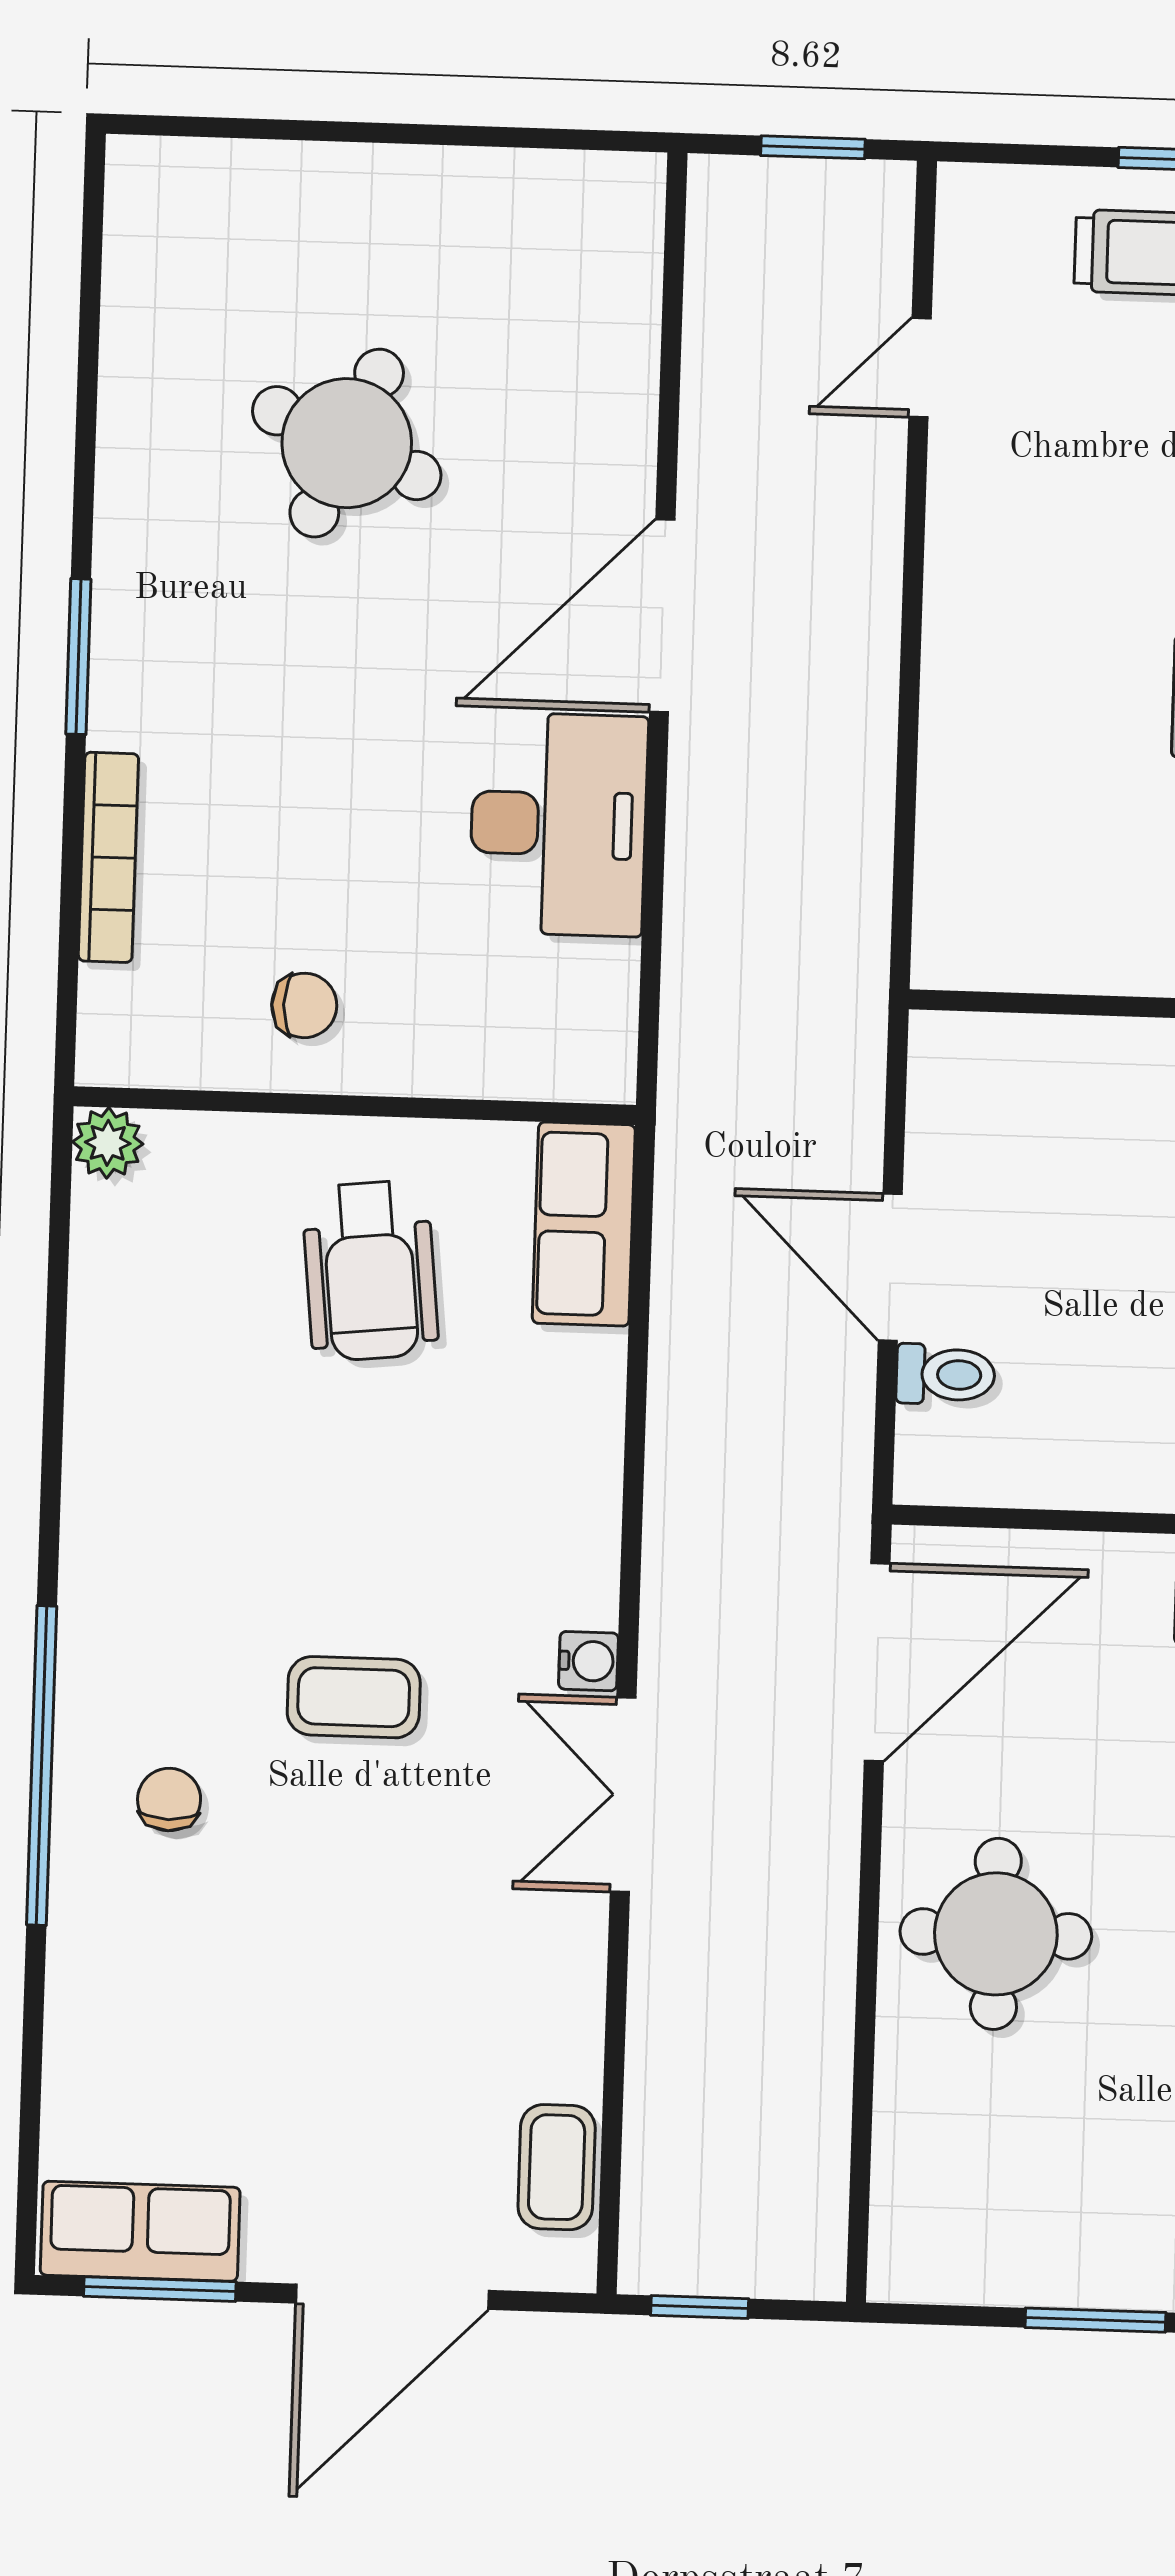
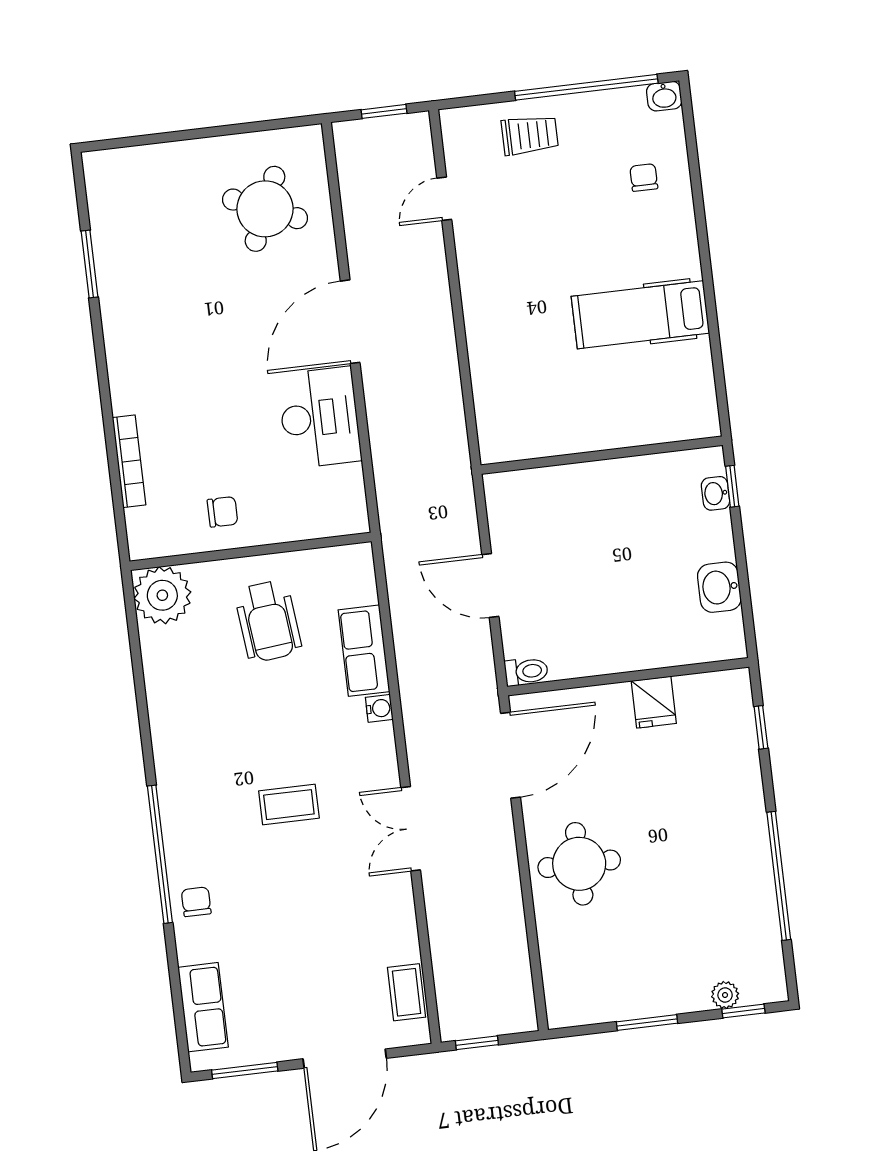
round table: (347, 443) -> (265, 209), moved
window: (78, 657) -> (90, 264), moved
plant: (108, 1143) -> (162, 595), width x1.88, depth x1.88
row of seats: (584, 1224) -> (364, 651), moved
toilet: (945, 1375) -> (526, 671), moved
water cooler: (588, 1661) -> (379, 708), moved
chair: (169, 1800) -> (196, 902), moved
row of seats: (140, 2231) -> (203, 1007), moved, turned 90

